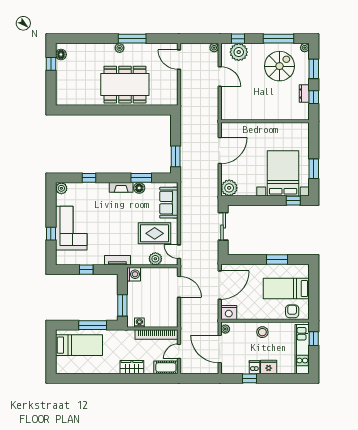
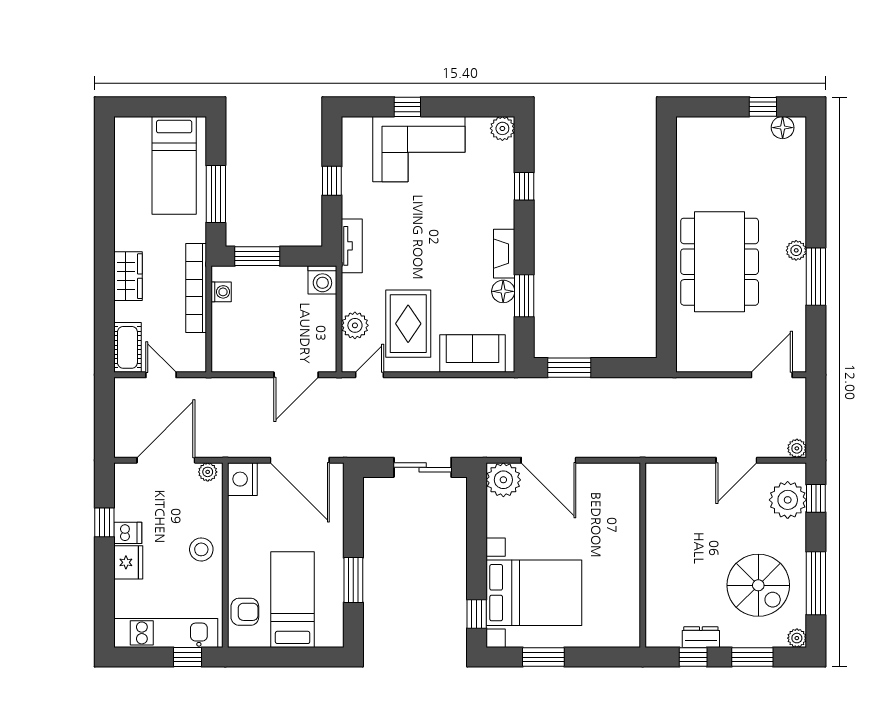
door: (220, 151) -> (548, 460), moved
bookcase: (156, 335) -> (196, 288), moved

